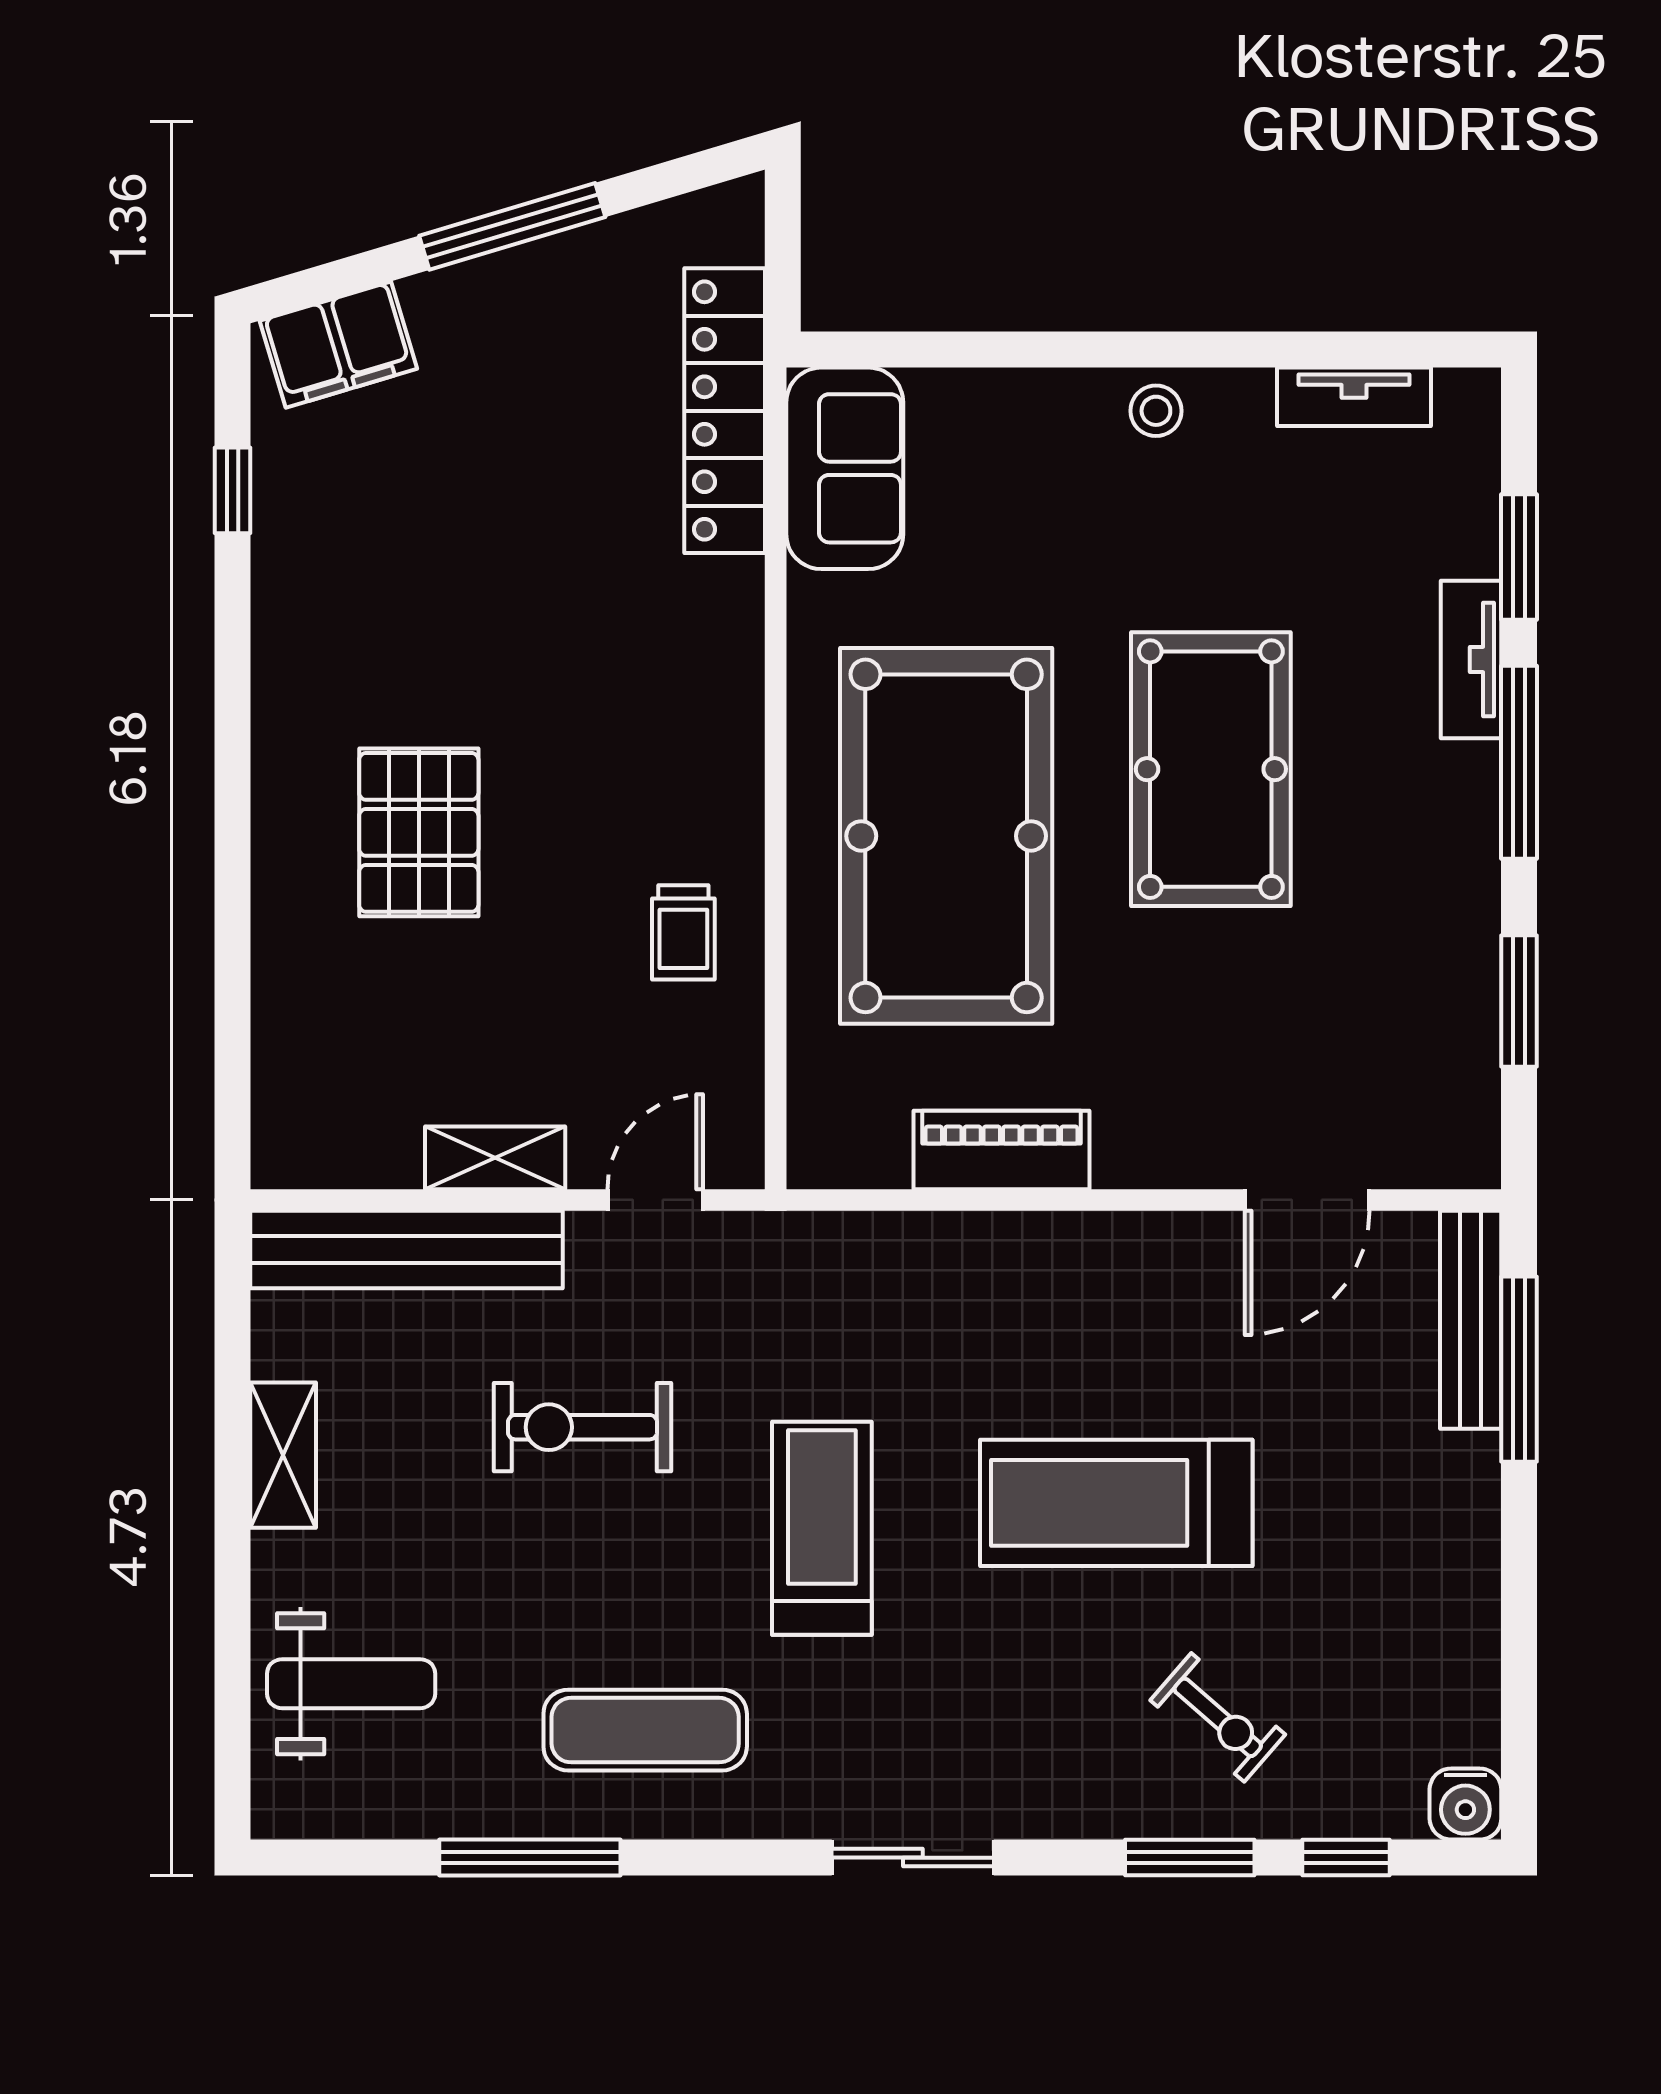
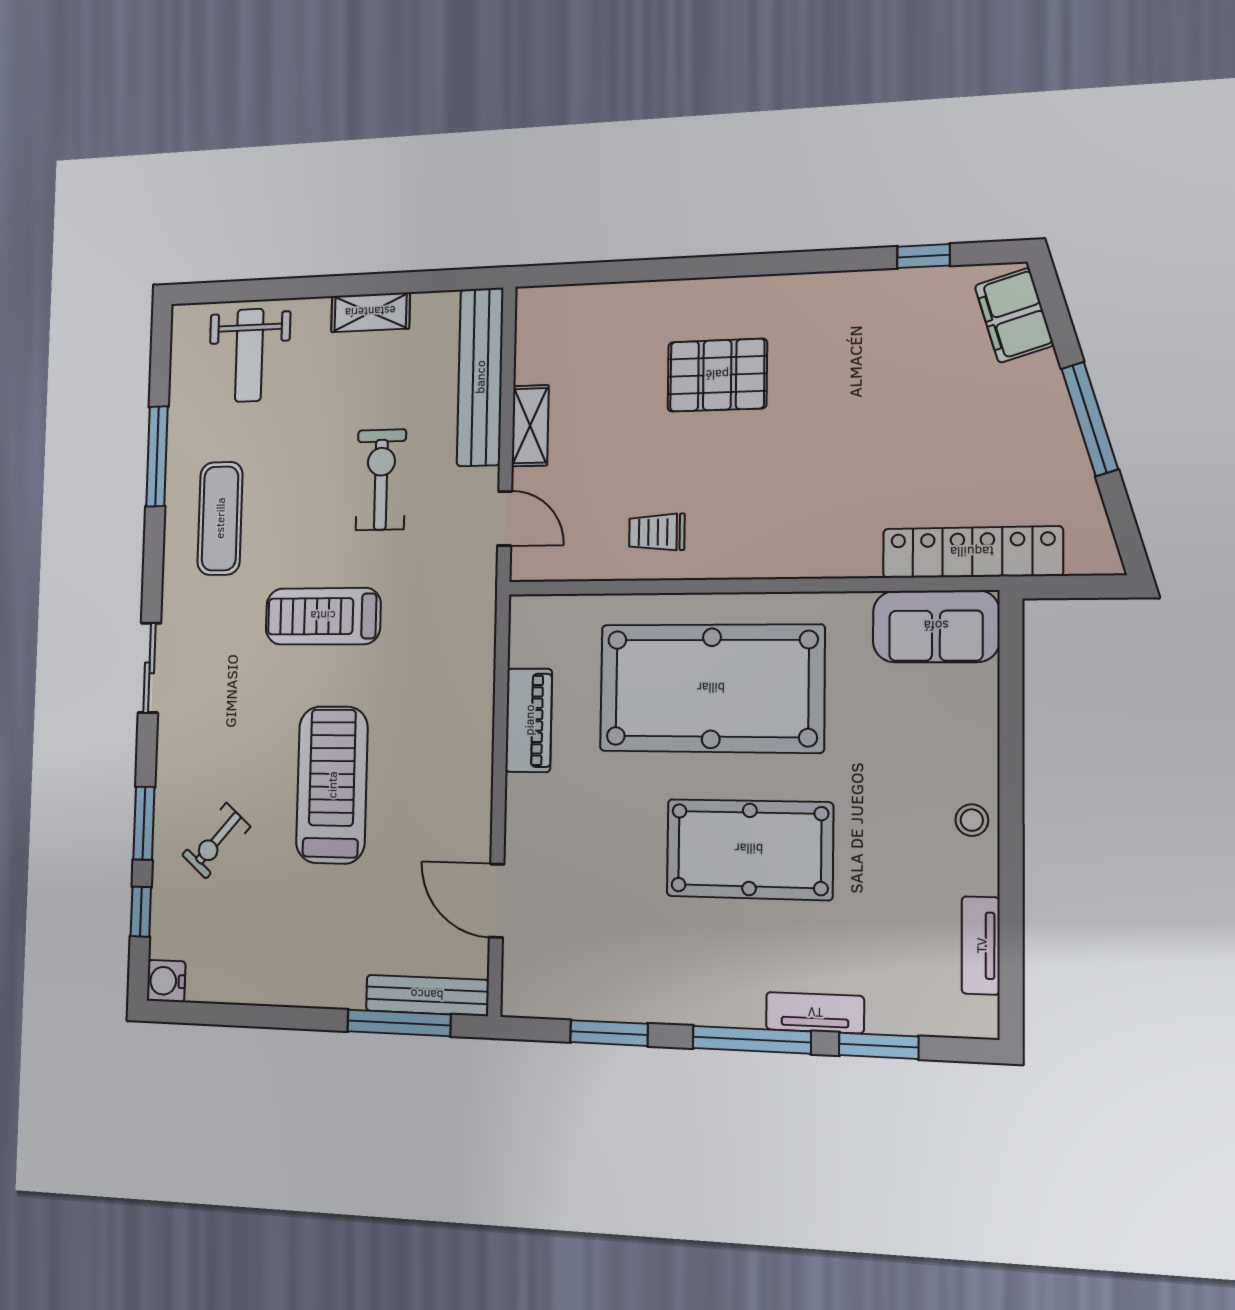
treadmill: (822, 1528) -> (323, 616), turned 180

